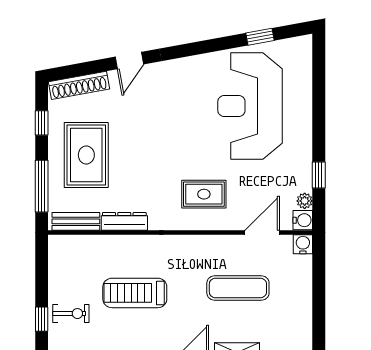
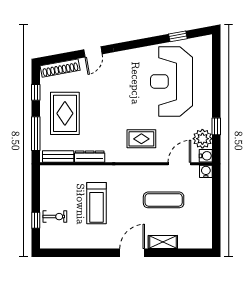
plant: (305, 201) -> (202, 139), width x1.87, depth x1.87
treadmill: (135, 293) -> (97, 203), turned -90

